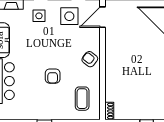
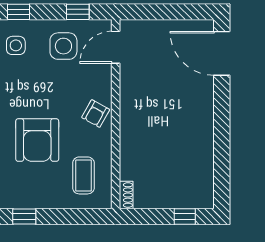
armchair: (90, 59) -> (96, 114), turned -99
armchair: (53, 76) -> (37, 140), width x1.88, depth x1.88

